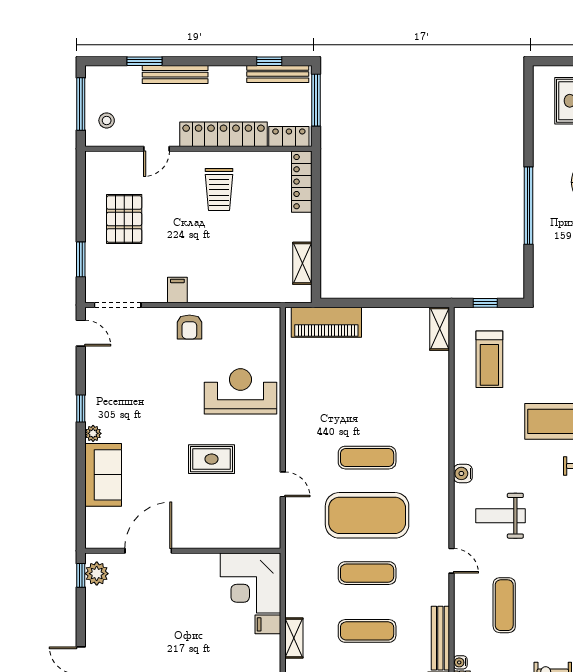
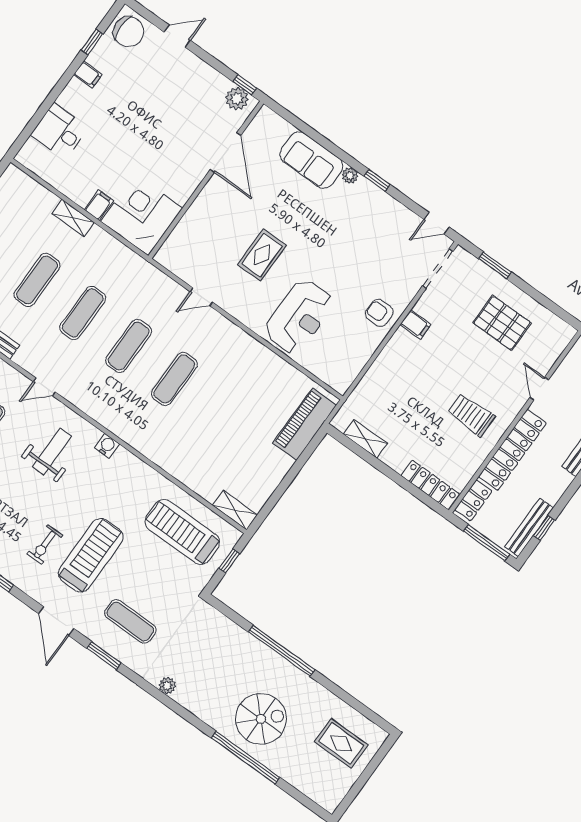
treadmill: (489, 359) -> (182, 532), width x1.37, depth x1.38
exercise mat: (367, 515) -> (129, 346), width x0.50, depth x0.69

